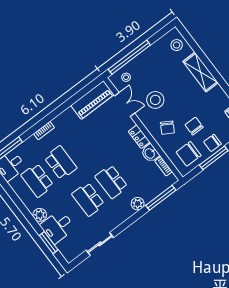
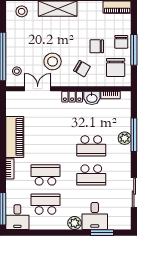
piano: (92, 100) -> (15, 137), moved
school desk: (37, 180) -> (45, 204), turned 180
window: (161, 198) -> (134, 135), moved

